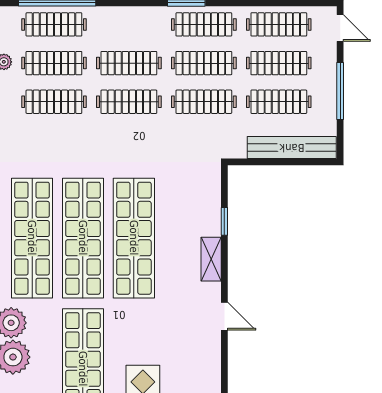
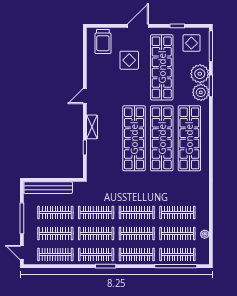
clothes rail: (129, 24) -> (137, 254), added
door: (224, 316) -> (85, 96), hinge flipped

